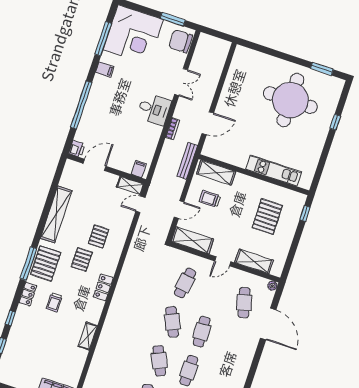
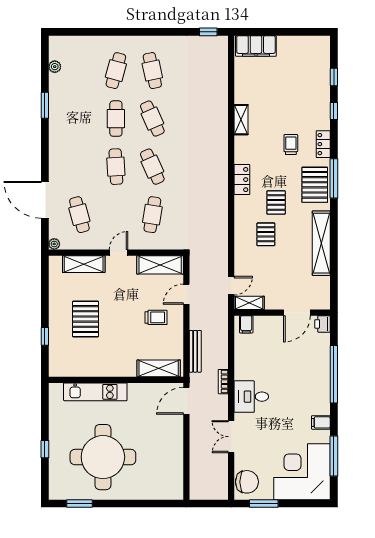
kitchen unit: (274, 171) -> (95, 392), moved
shelving: (216, 173) -> (159, 368), moved
wall: (254, 175) -> (116, 380), moved

